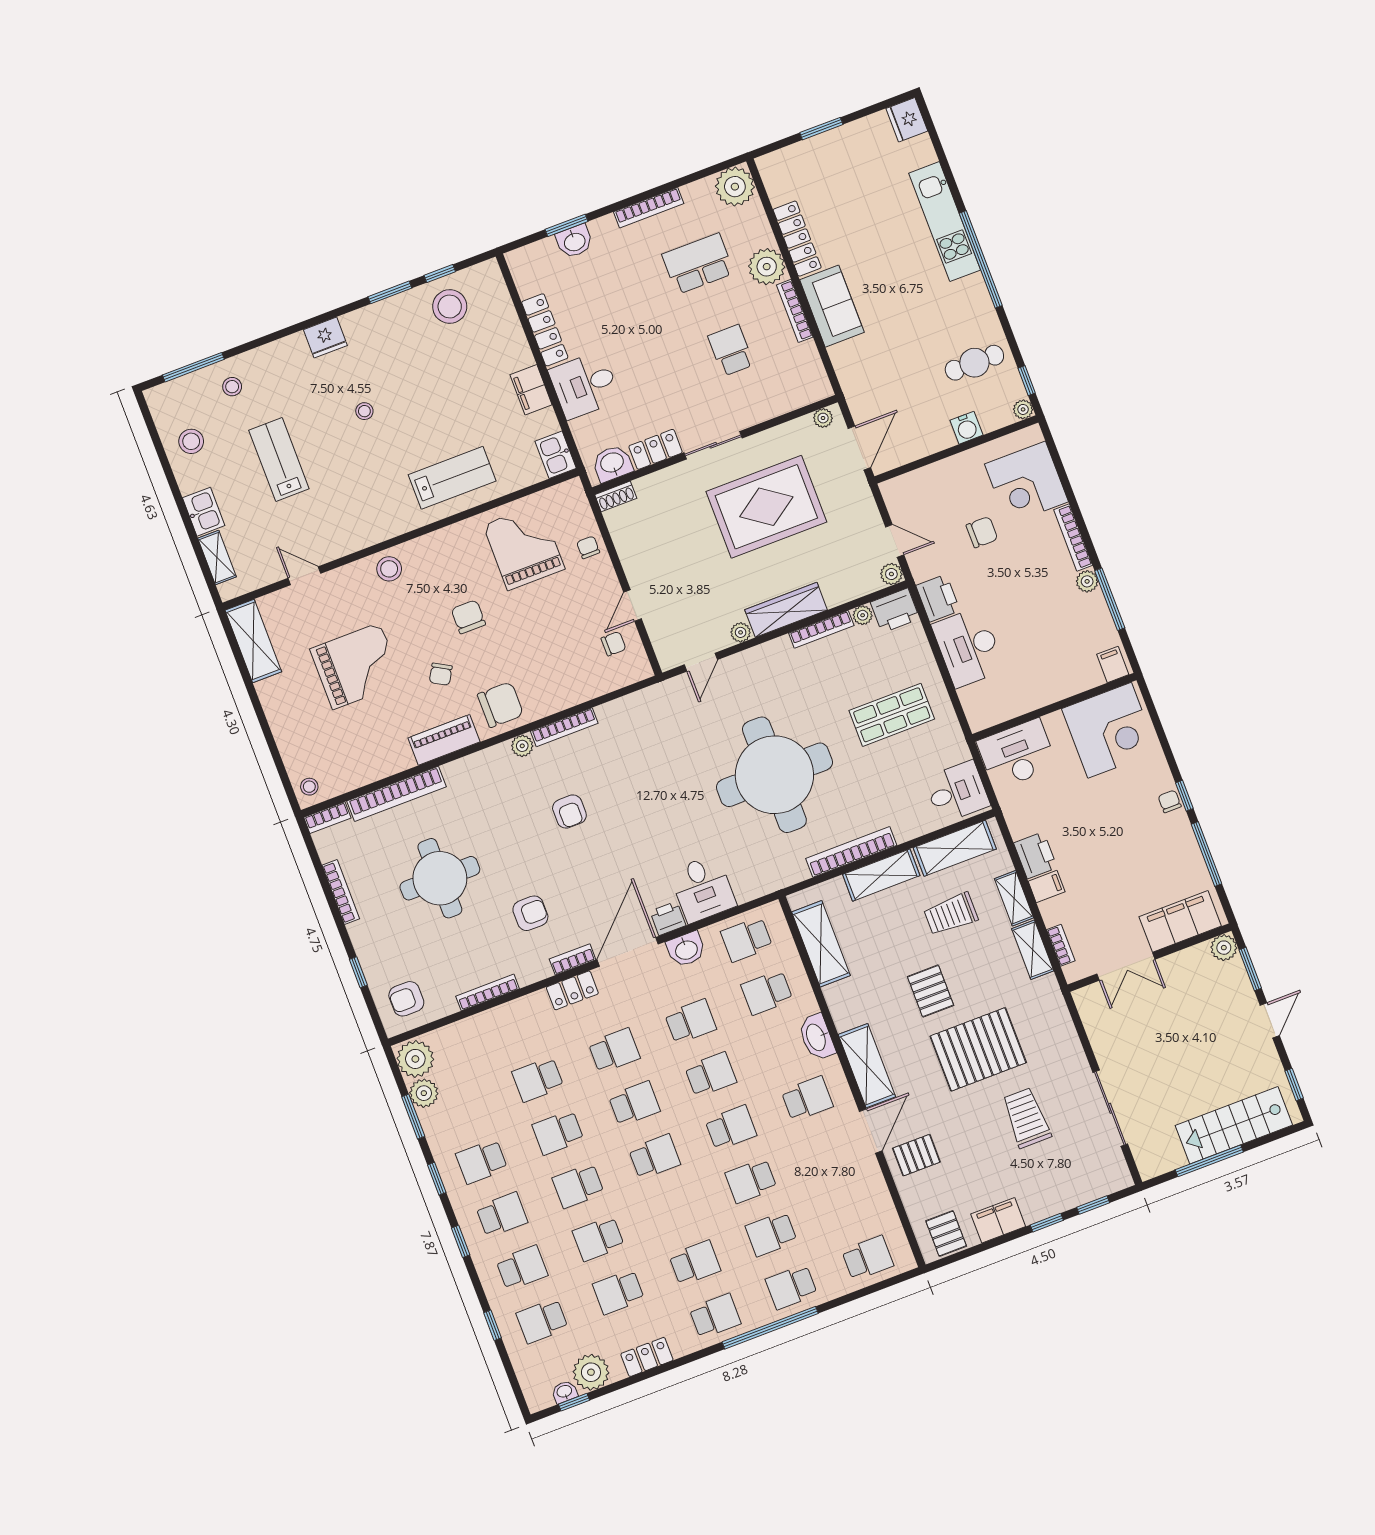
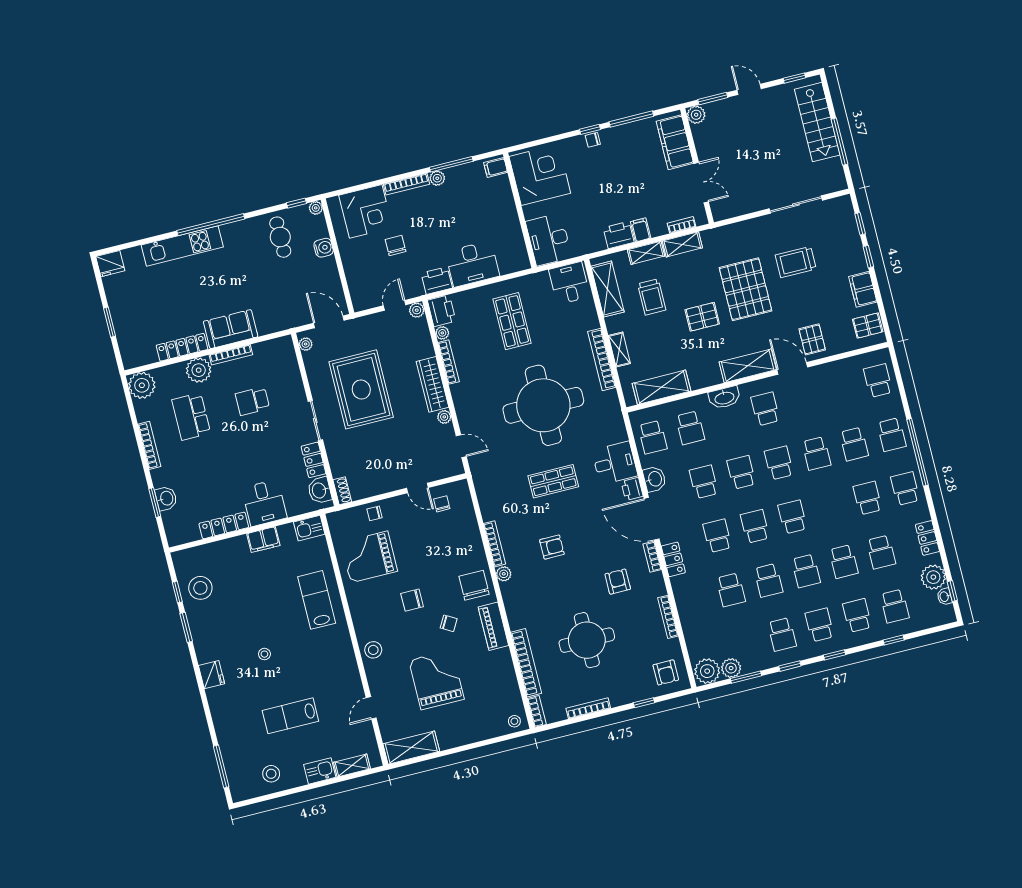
stool: (232, 387) -> (237, 742), removed
shop shelf: (666, 802) -> (553, 481), added
shelving: (881, 875) -> (619, 349), width x0.67, depth x0.75

